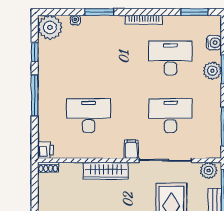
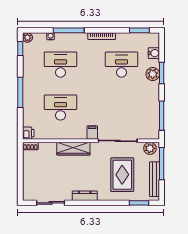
window: (99, 12) -> (69, 30), width x1.44
plant: (50, 27) -> (27, 38), width x0.53, depth x0.53
window: (35, 52) -> (20, 48), moved
desk: (170, 116) -> (60, 65), moved

